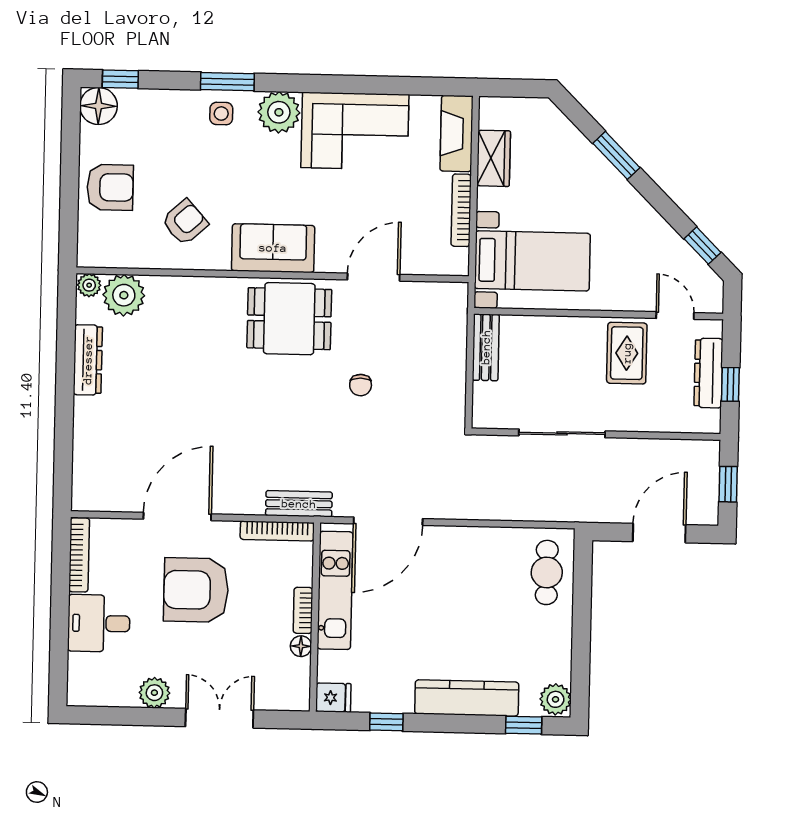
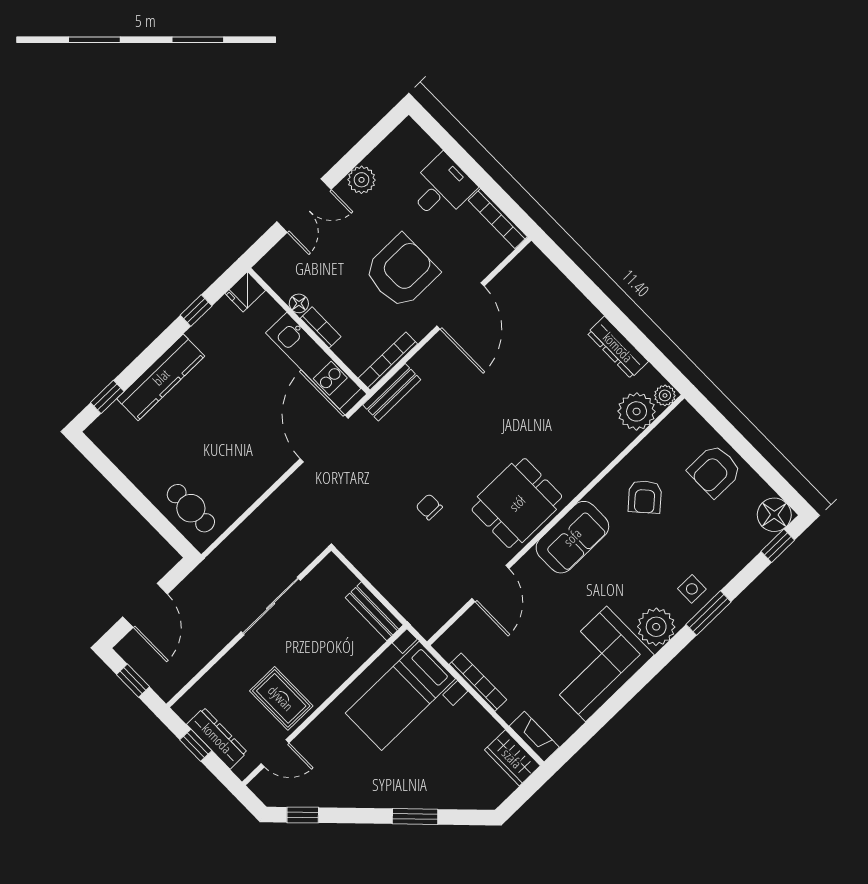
fireplace: (456, 133) -> (534, 737), width x0.73, depth x0.76
wardrobe: (494, 158) -> (512, 758), moved
plant: (556, 699) -> (104, 434), removed

